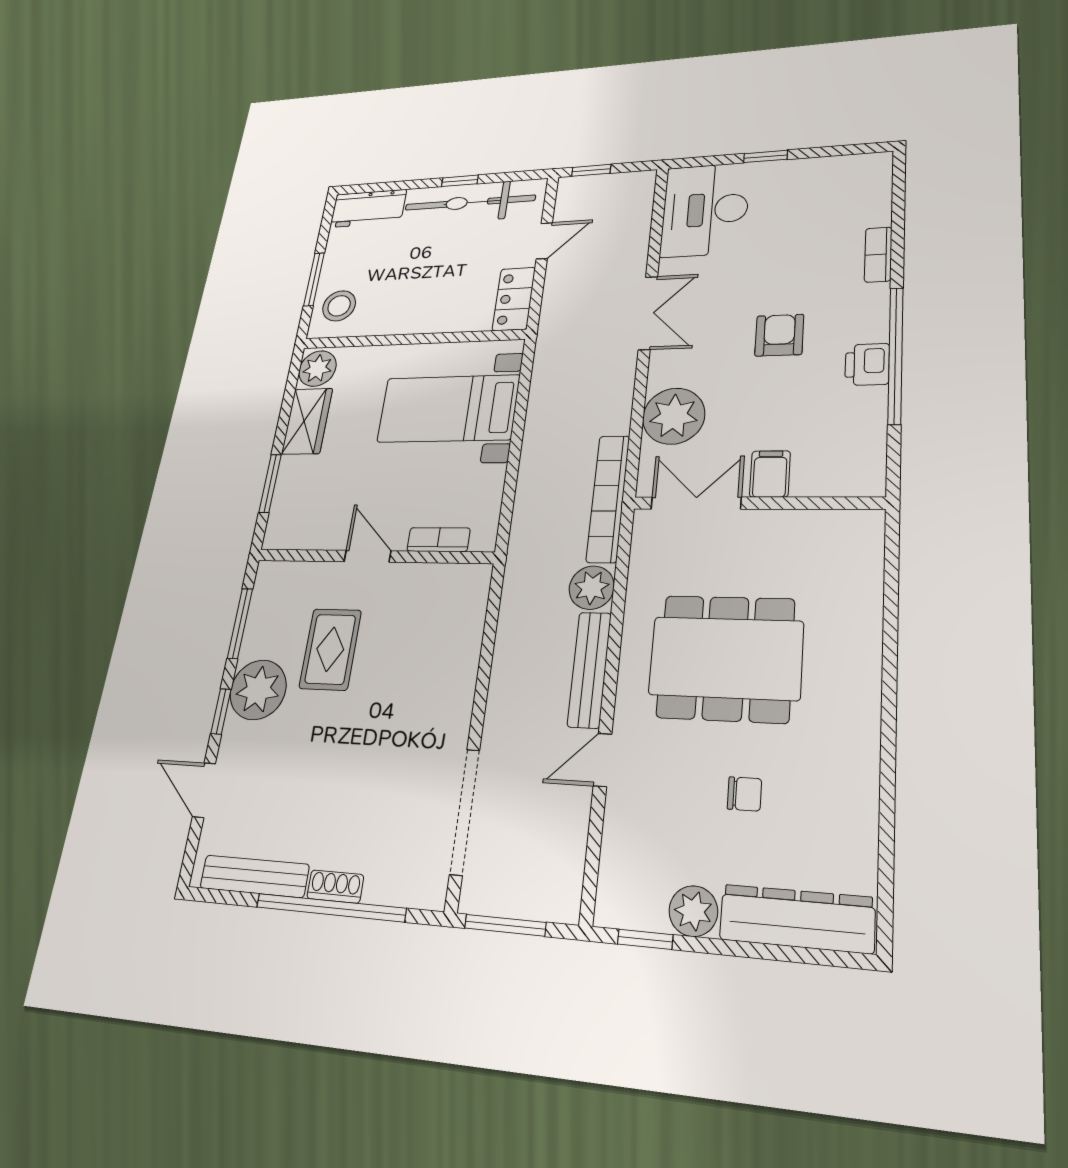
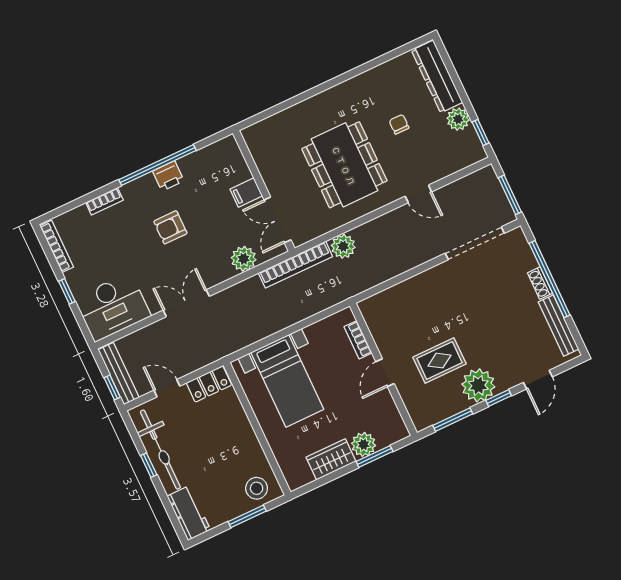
bookcase: (844, 164) -> (57, 246), added
plant: (317, 369) -> (364, 444), moved
plant: (674, 416) -> (244, 259), width x0.73, depth x0.73
bench: (589, 669) -> (119, 374), moved, turned 90

